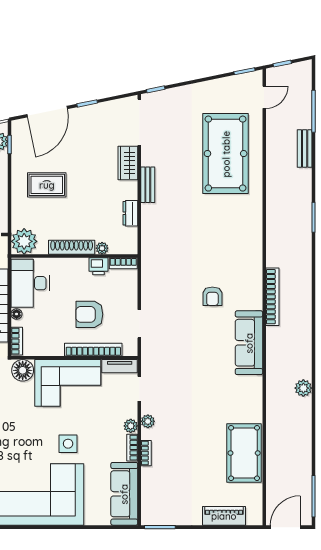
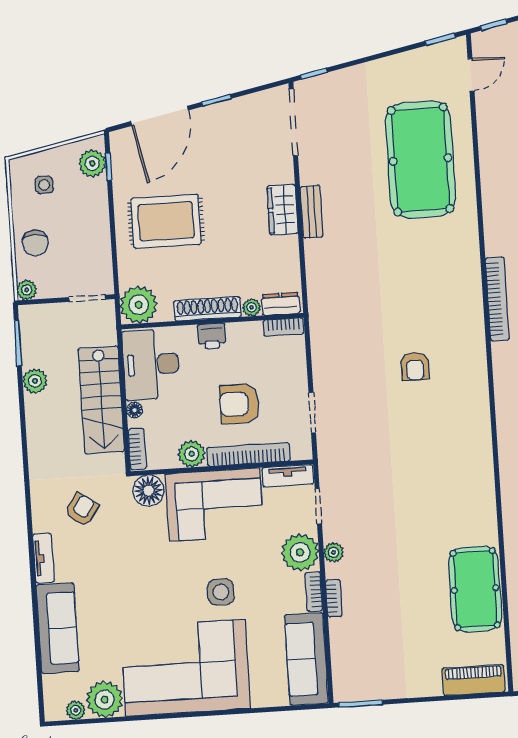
wardrobe: (128, 163) -> (283, 210), moved
rug: (47, 185) -> (166, 221), width x1.36, depth x1.43
dresser: (130, 213) -> (281, 304), moved, turned 90
printer: (99, 266) -> (212, 336), moved
bookcase: (272, 297) -> (497, 299), moved
sofa: (249, 343) -> (472, 430), removed
plant: (54, 347) -> (192, 454), added
plant: (131, 426) -> (300, 552), width x1.87, depth x1.87
piano: (224, 516) -> (474, 680), moved

